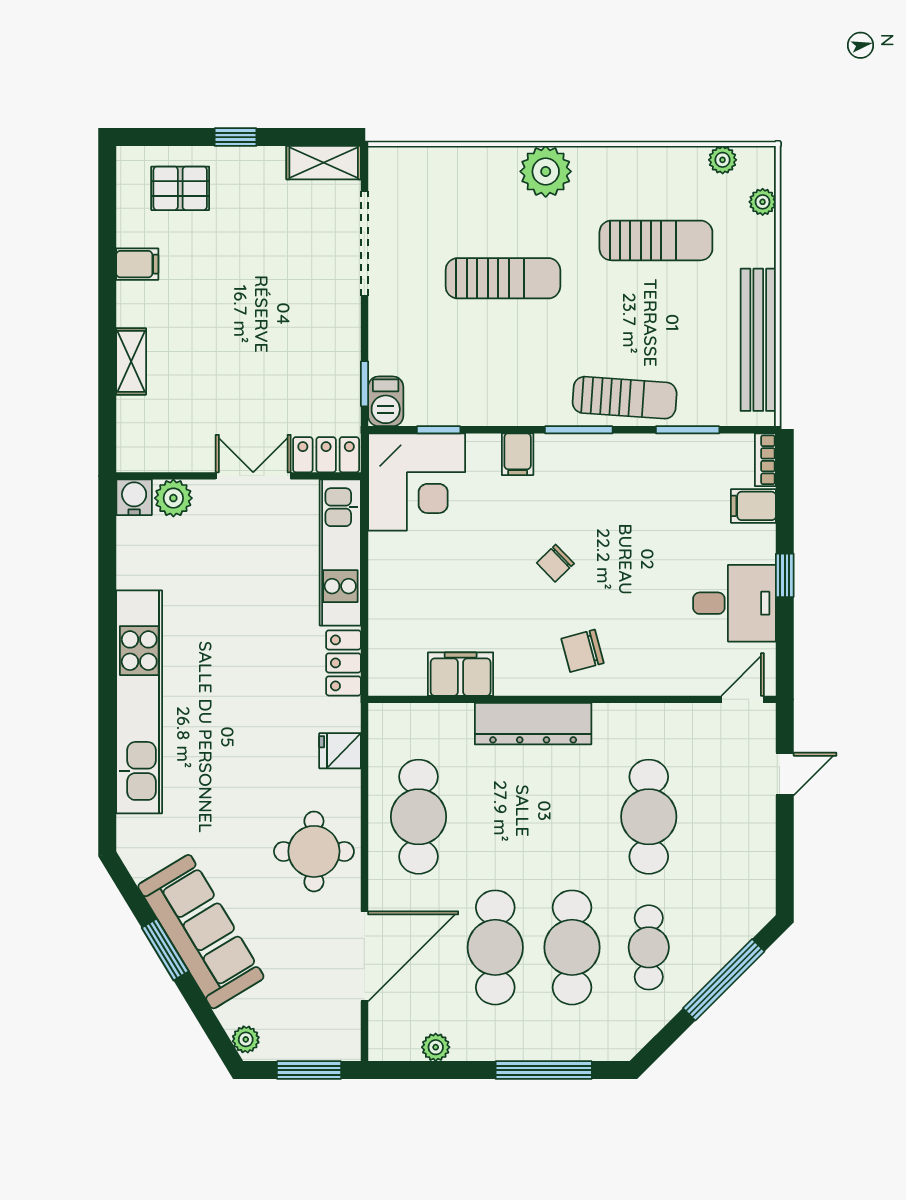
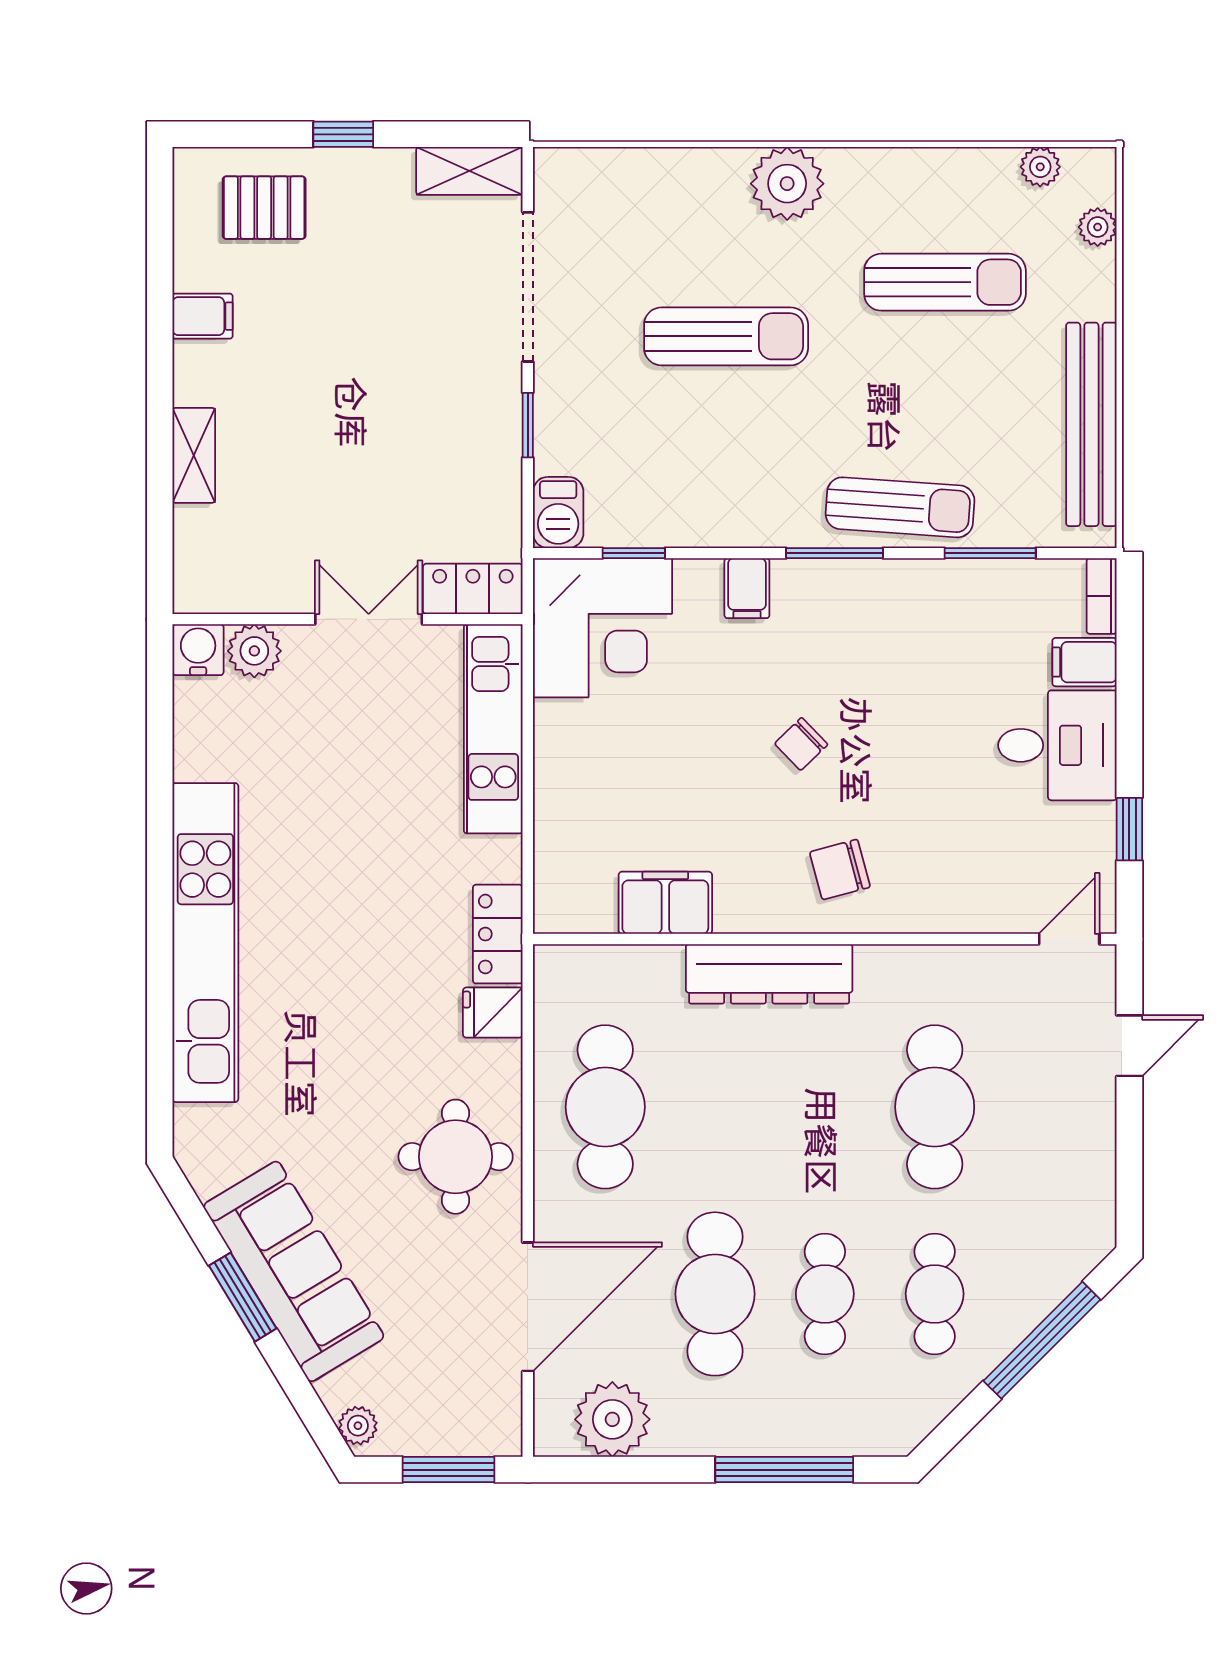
window: (364, 384) -> (528, 425), moved
window: (785, 575) -> (1129, 829), moved
desk: (735, 603) -> (1057, 745), moved
locker: (343, 663) -> (498, 934), moved
cafe table: (572, 947) -> (825, 1294), width x0.73, depth x0.74
plant: (436, 1047) -> (612, 1419), width x1.88, depth x1.88

